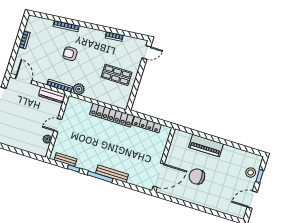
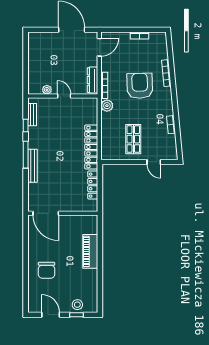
door: (146, 52) -> (154, 162), moved
armchair: (70, 54) -> (140, 86), width x1.88, depth x1.88
chair: (197, 177) -> (46, 270), moved, turned 180

